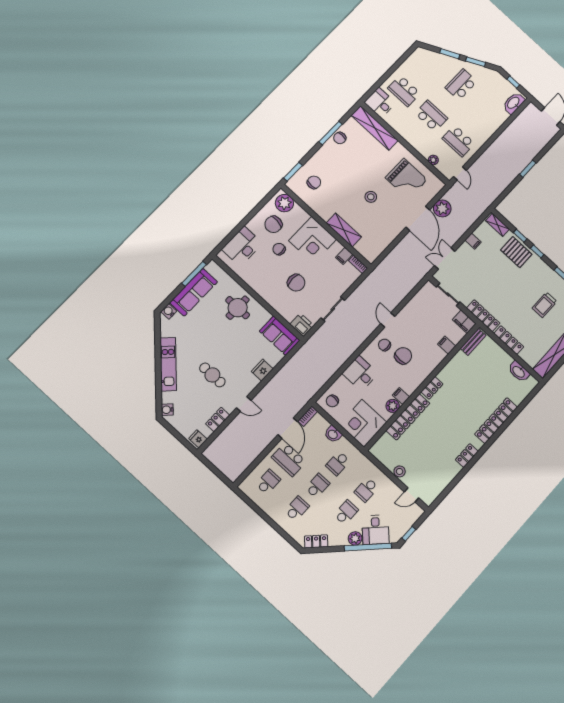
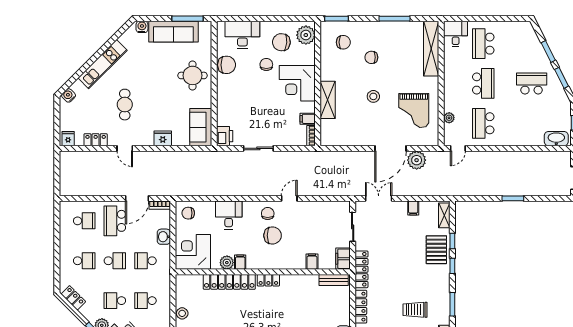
chair: (340, 138) -> (371, 57), moved
chair: (296, 283) -> (227, 65), moved, turned -90
school desk: (346, 512) -> (115, 301), turned 180

